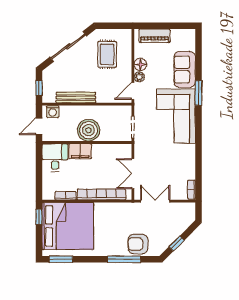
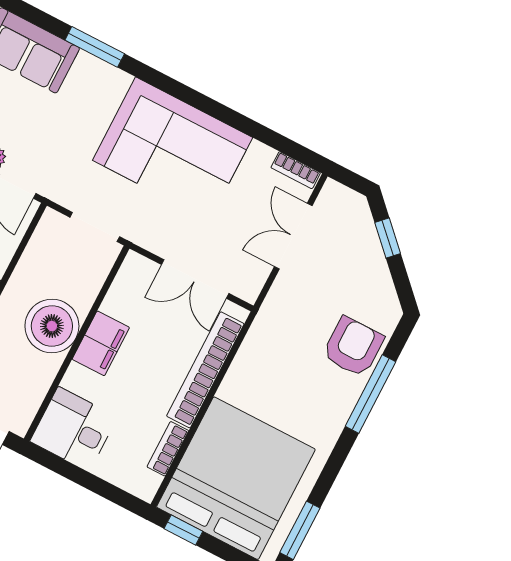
corner sofa: (176, 116) -> (173, 149), moved
filing cabinet: (80, 151) -> (101, 343), moved
double door: (155, 201) -> (293, 236), moved
window: (177, 243) -> (388, 238), moved
armchair: (138, 244) -> (353, 347), turned 180

